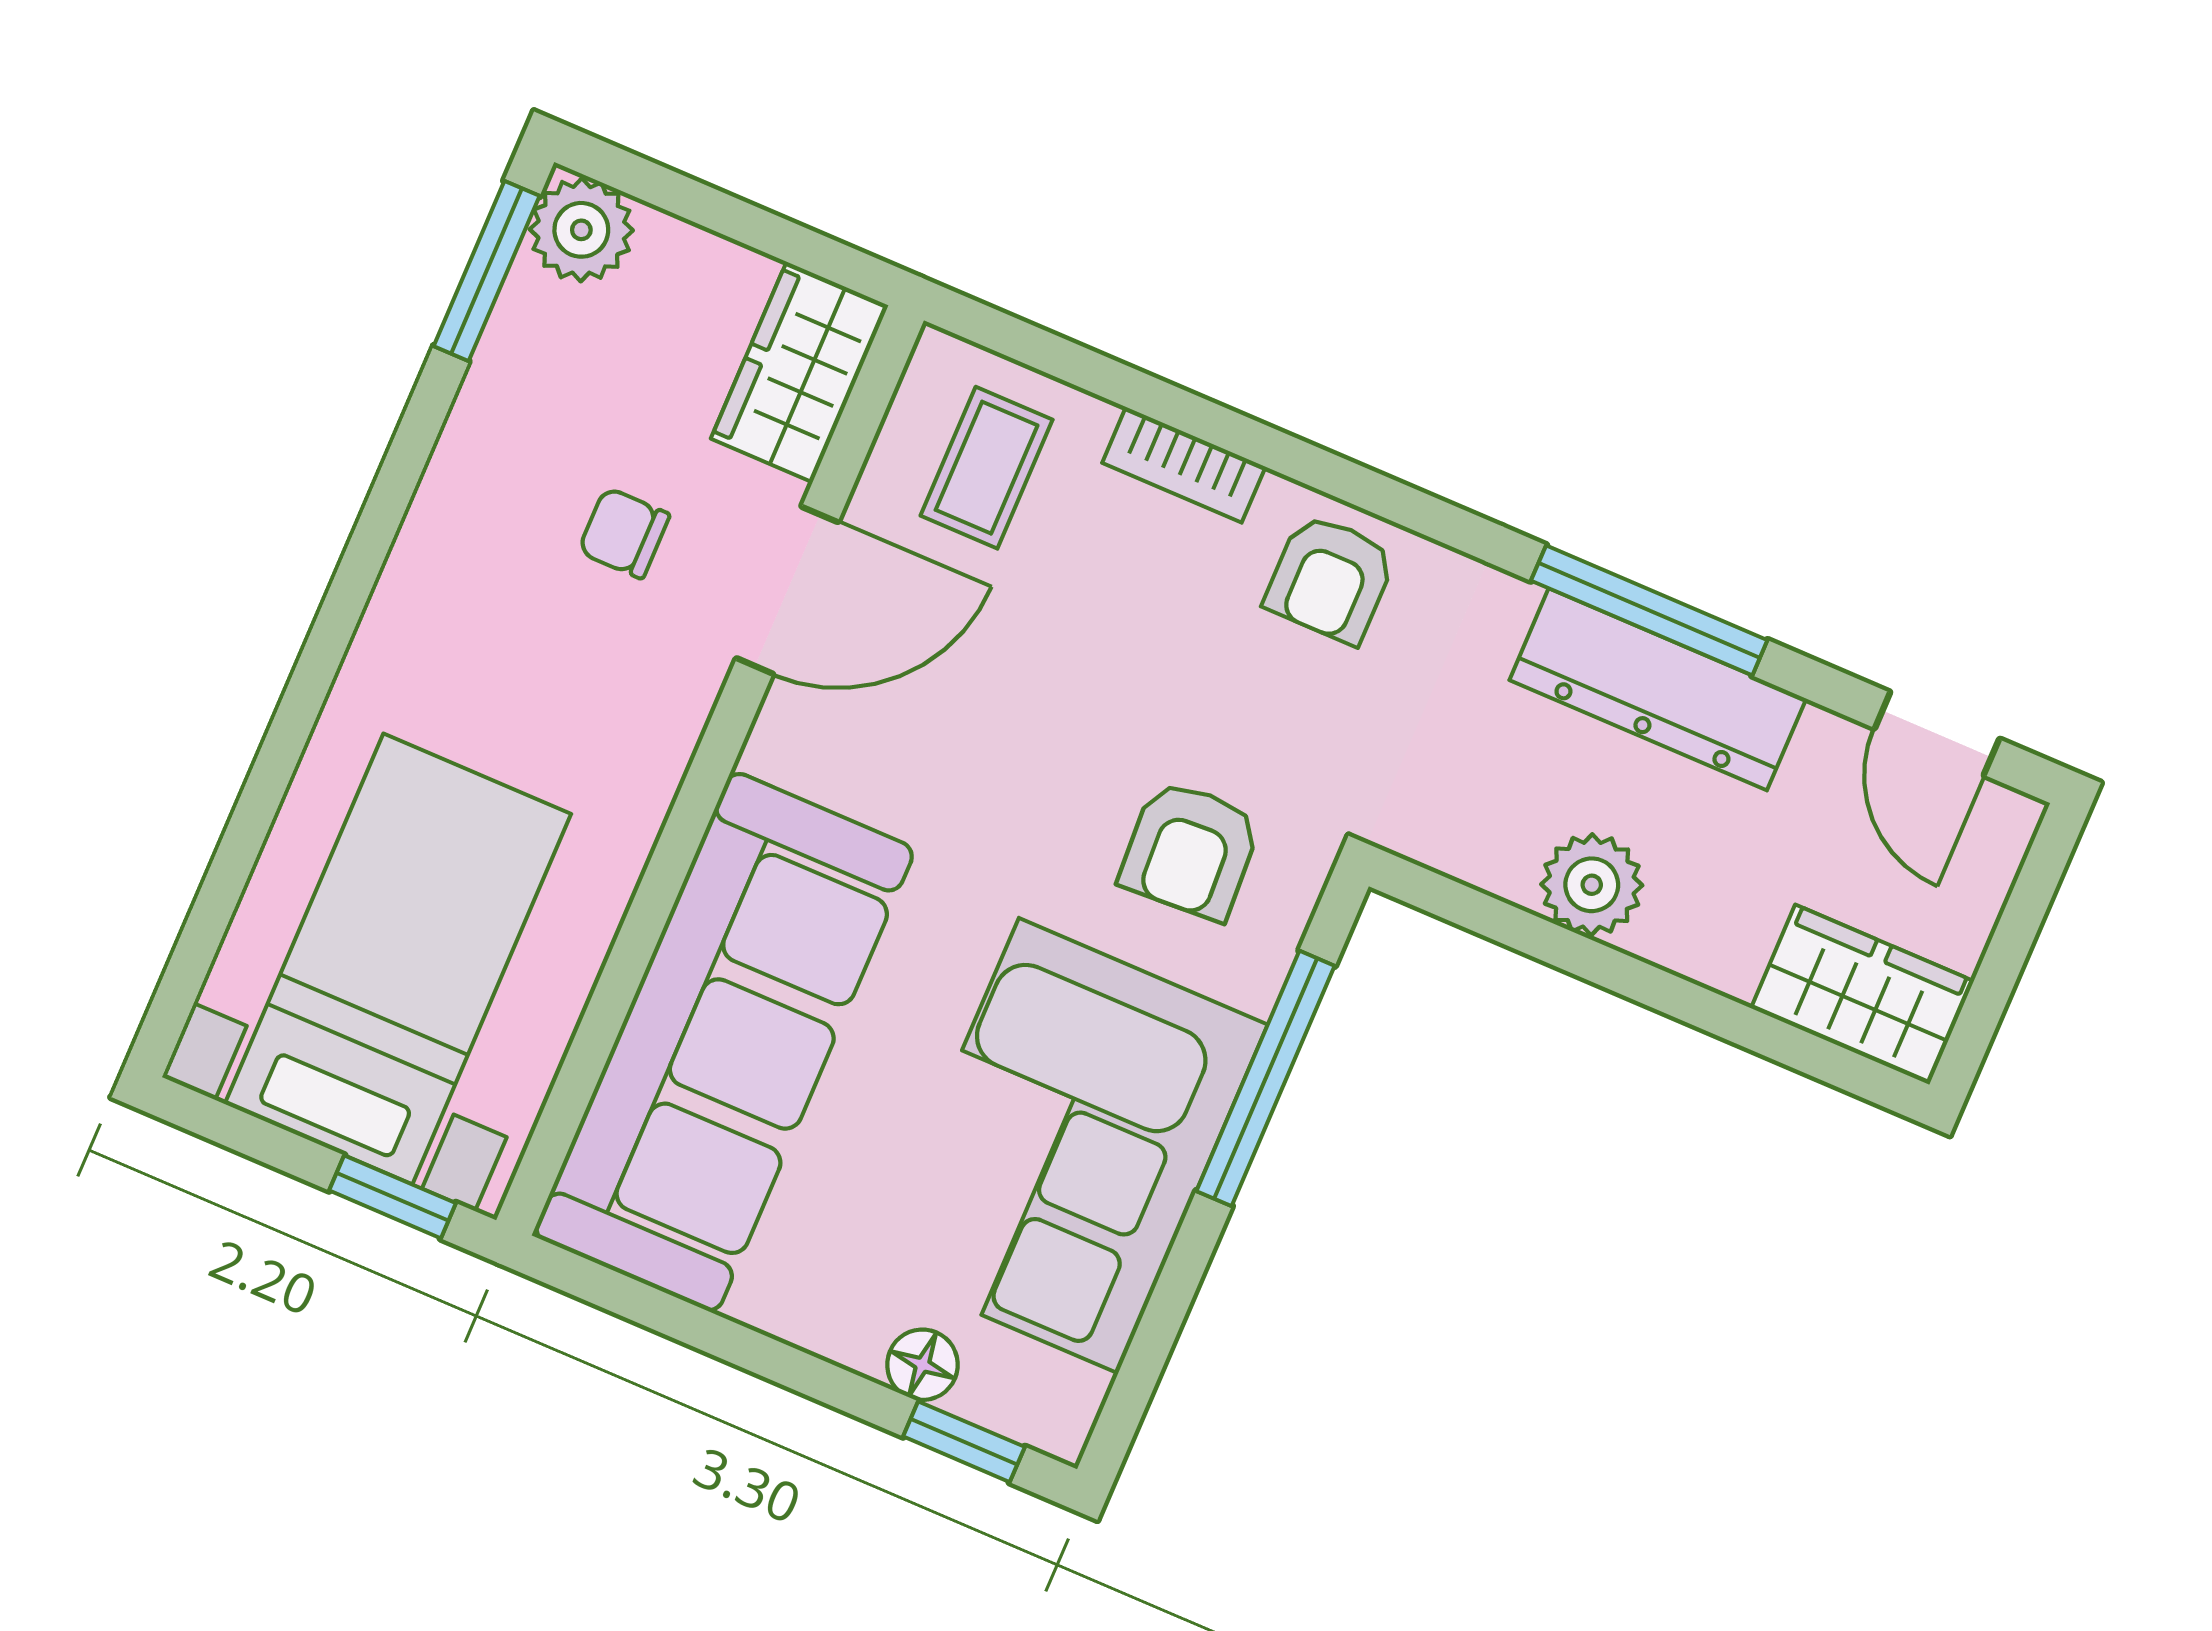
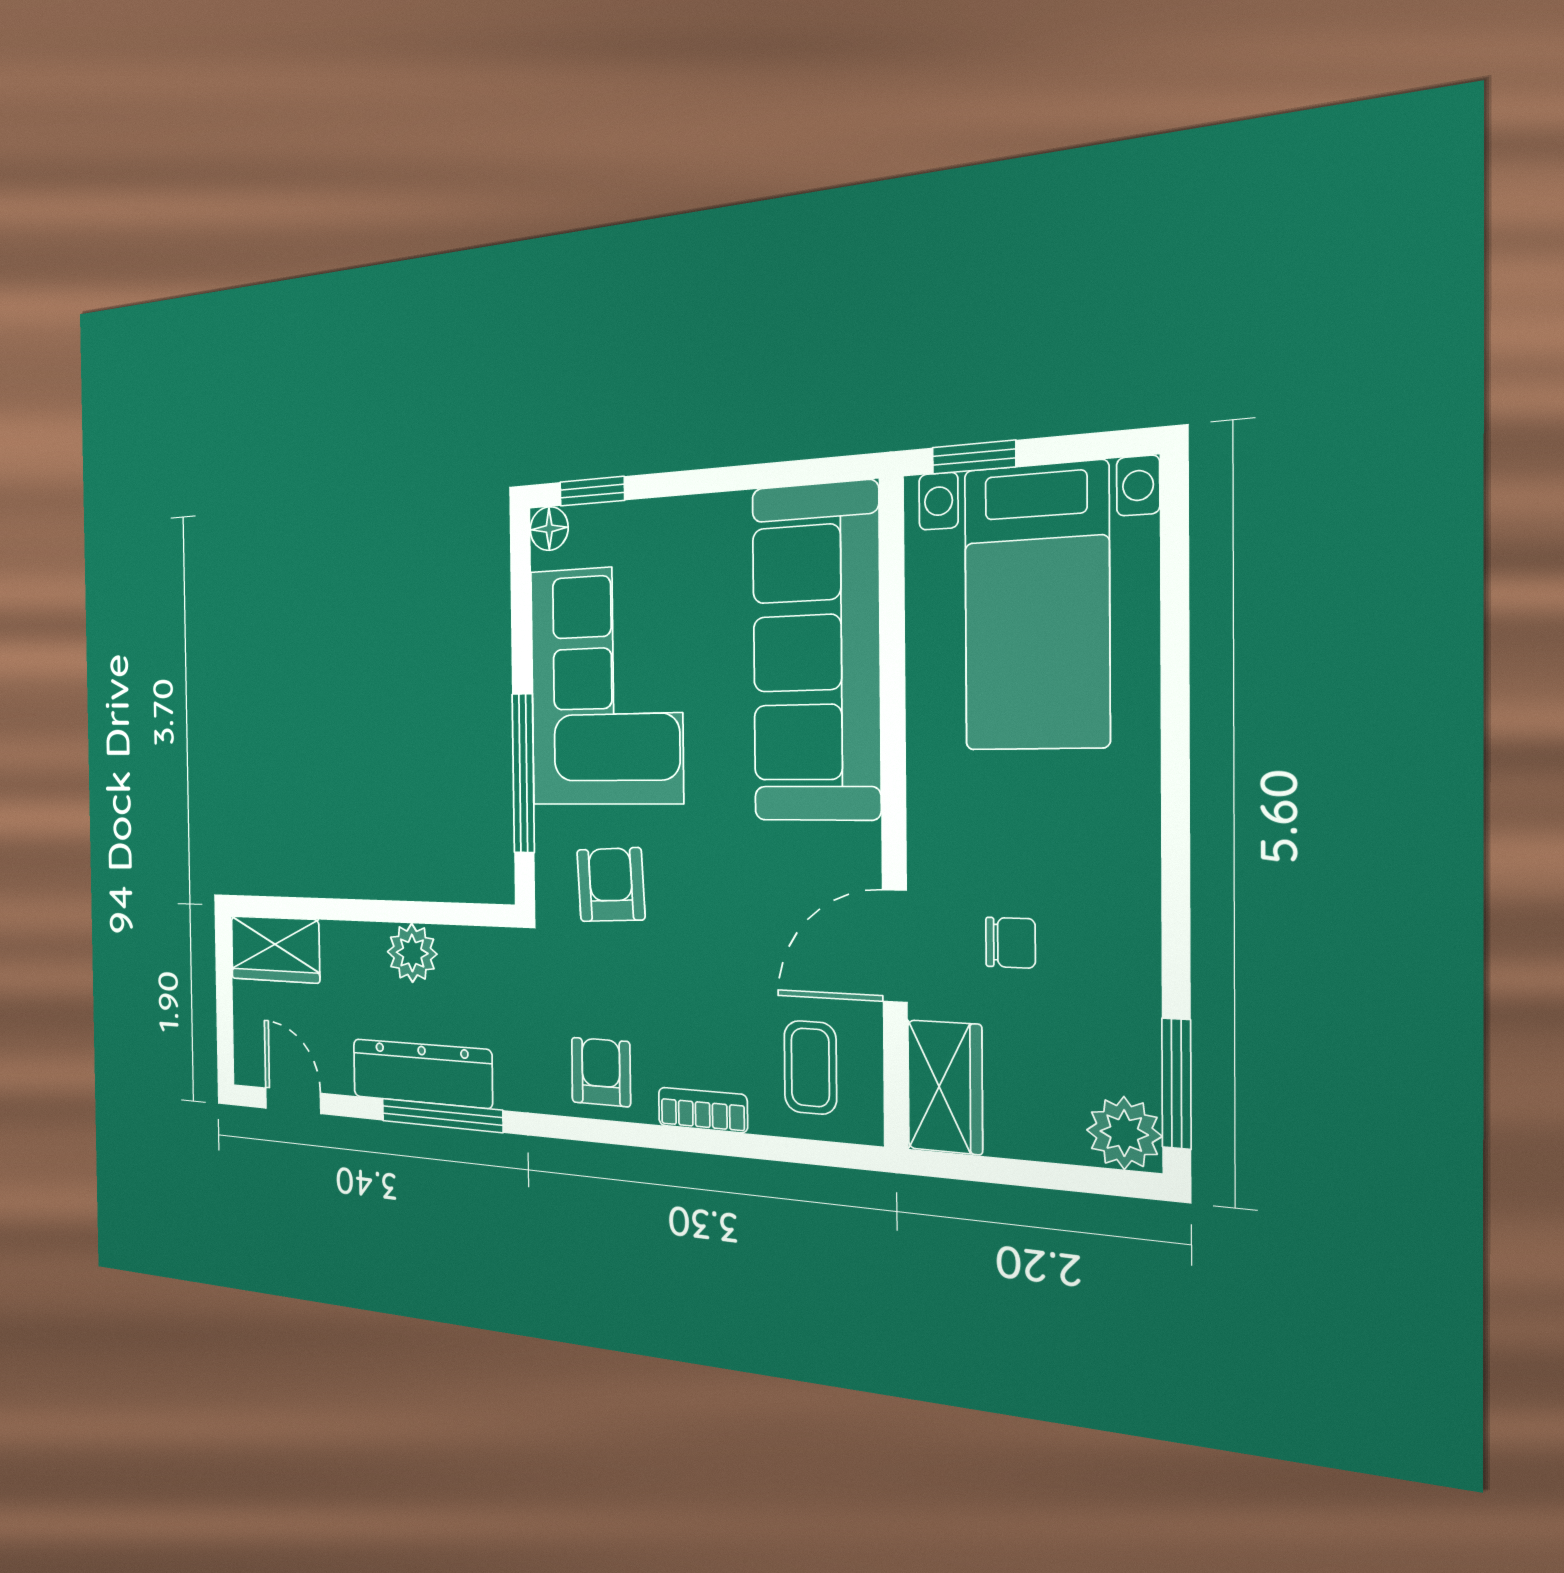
floor lamp: (922, 1365) -> (549, 529), moved

